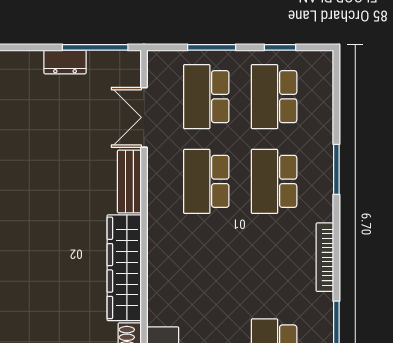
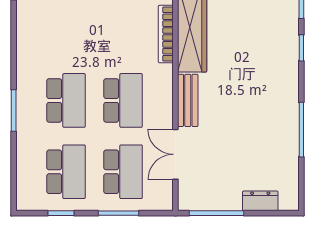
dresser: (65, 62) -> (260, 201), moved
double door: (144, 117) -> (175, 154), swing flipped
bookcase: (325, 257) -> (166, 34), moved, turned 180

